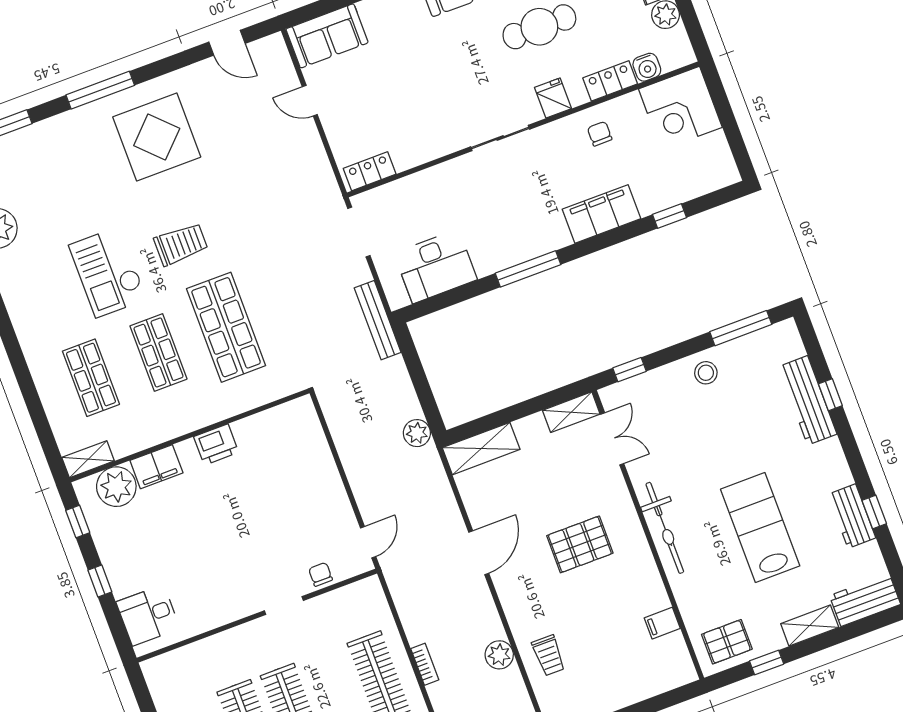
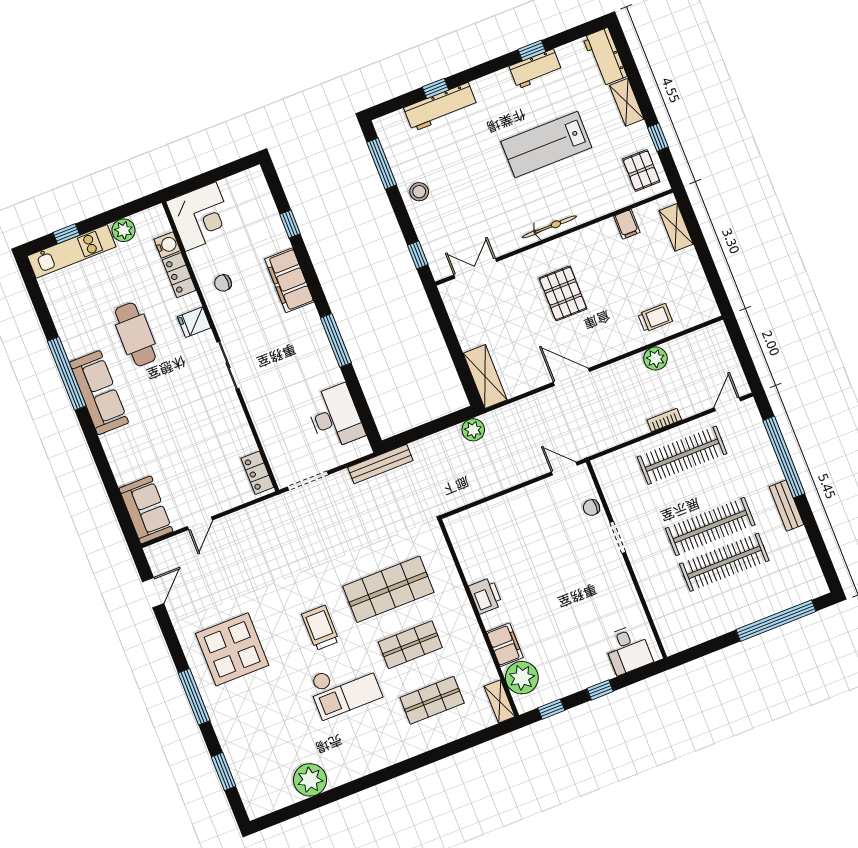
shelving: (571, 412) -> (676, 227), moved
bicycle: (665, 528) -> (549, 227), width x0.73, depth x0.71

